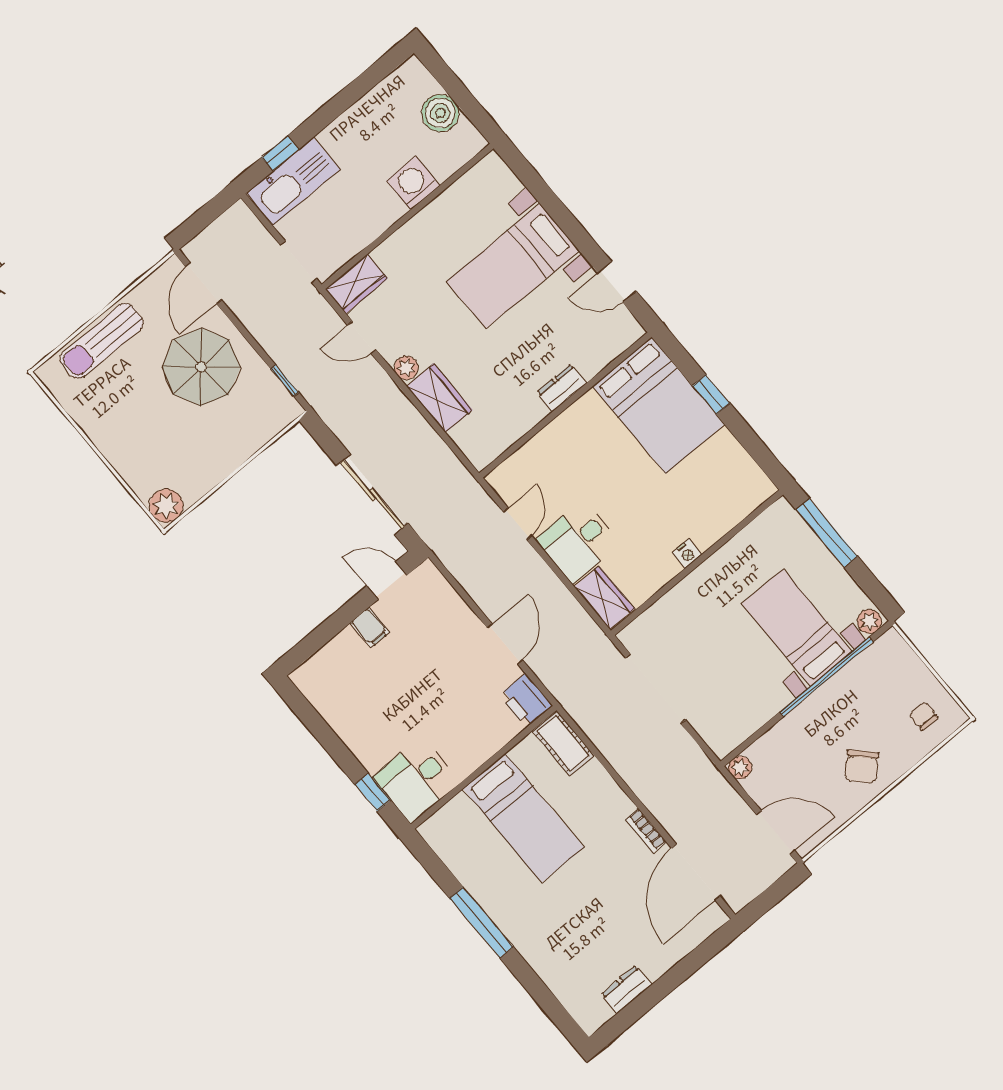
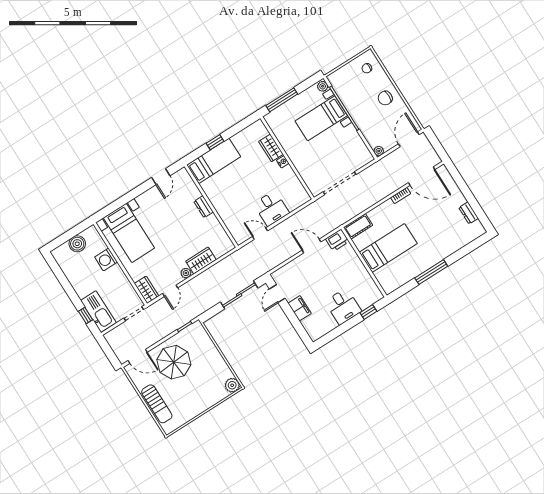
bed with nightstands: (513, 266) -> (129, 233), moved
bed: (659, 405) -> (214, 161), width x0.67
wardrobe: (604, 598) -> (271, 148), moved, turned -90
filing cabinet: (370, 628) -> (300, 308), width x2.00
chair: (862, 767) -> (385, 98), turned 134
desk: (417, 780) -> (343, 306), moved

